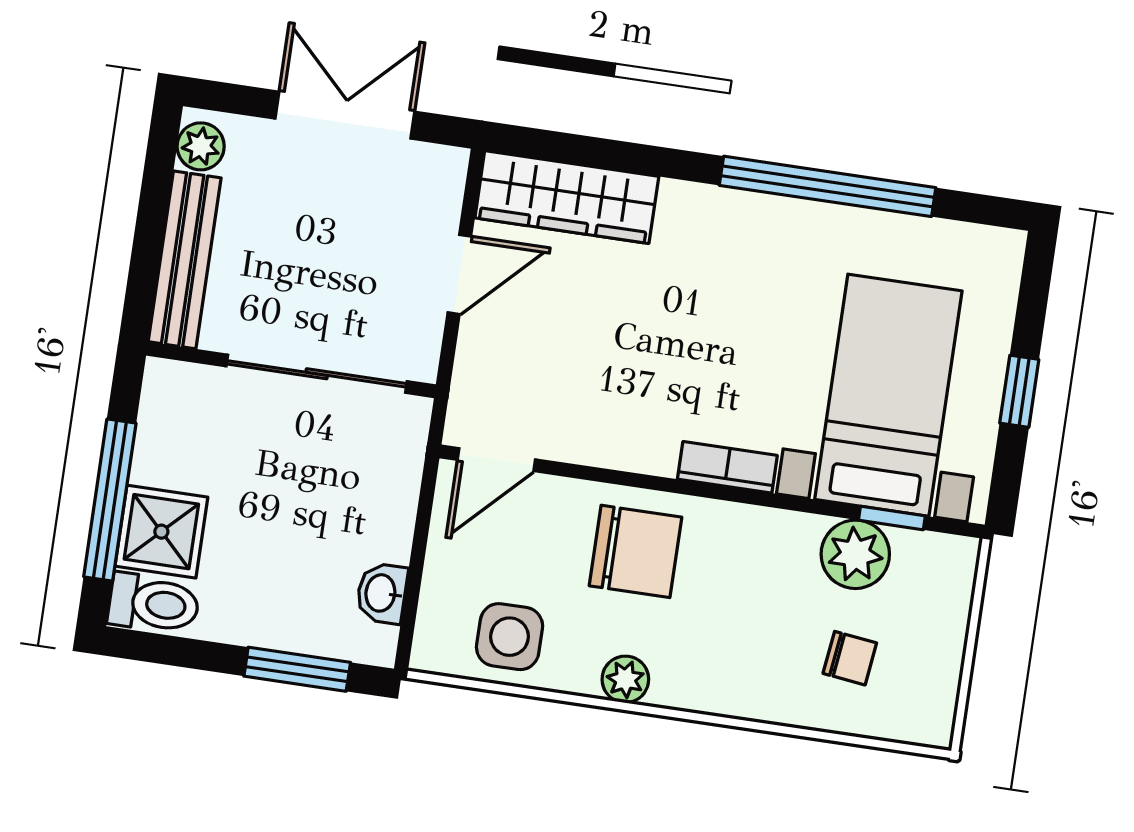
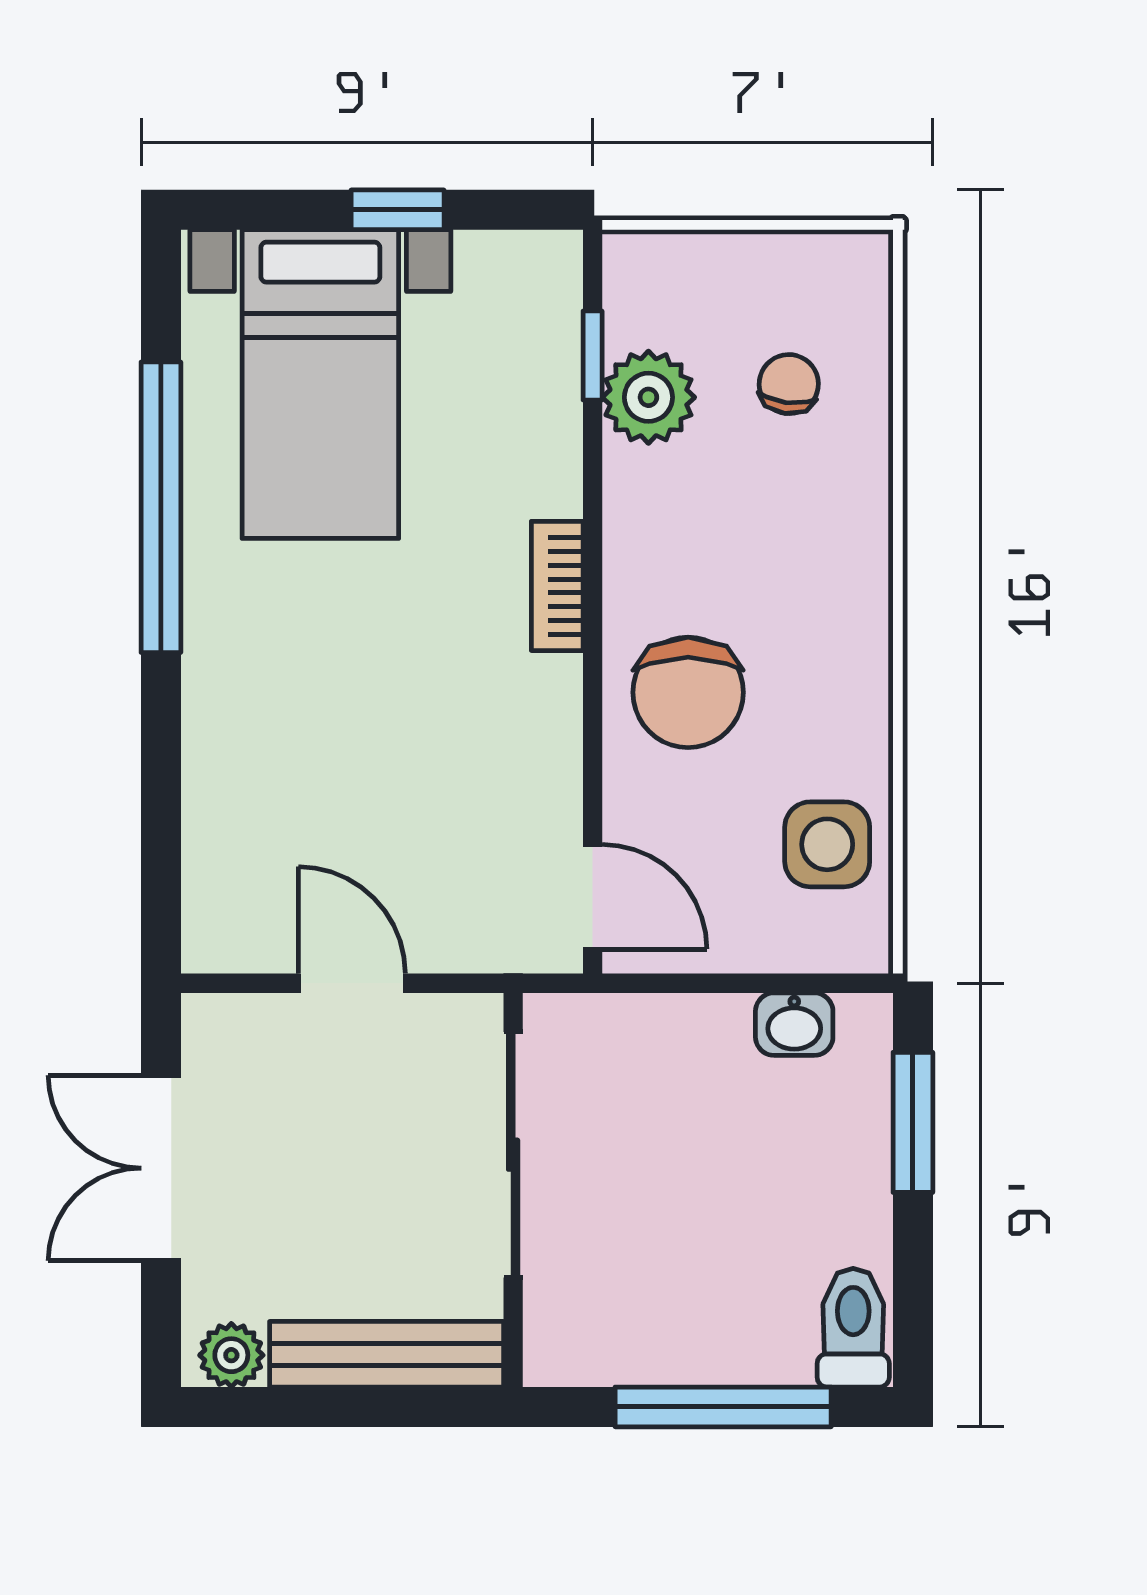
wardrobe: (567, 197) -> (227, 855), removed
bed with nightstands: (888, 395) -> (320, 384), moved, turned -90
shower: (161, 532) -> (755, 1332), removed
chair: (635, 551) -> (688, 692), turned 180
plant: (625, 679) -> (861, 681), removed

